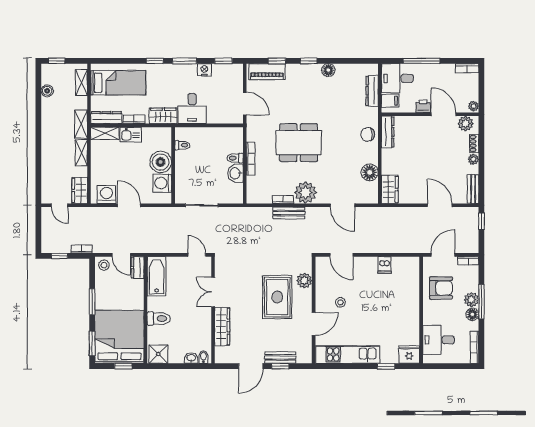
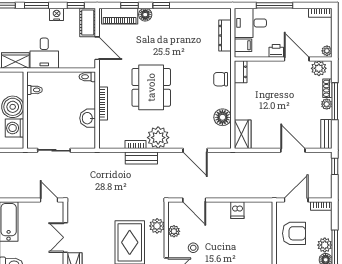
floor lamp: (328, 70) -> (145, 15), moved
cot: (235, 78) -> (88, 22), added
dresser: (388, 132) -> (241, 72), width x0.70
dining table: (299, 143) -> (151, 87), turned 90
window: (481, 156) -> (335, 101), added
toilet: (235, 158) -> (87, 77), moved
plant: (321, 286) -> (174, 231), added

